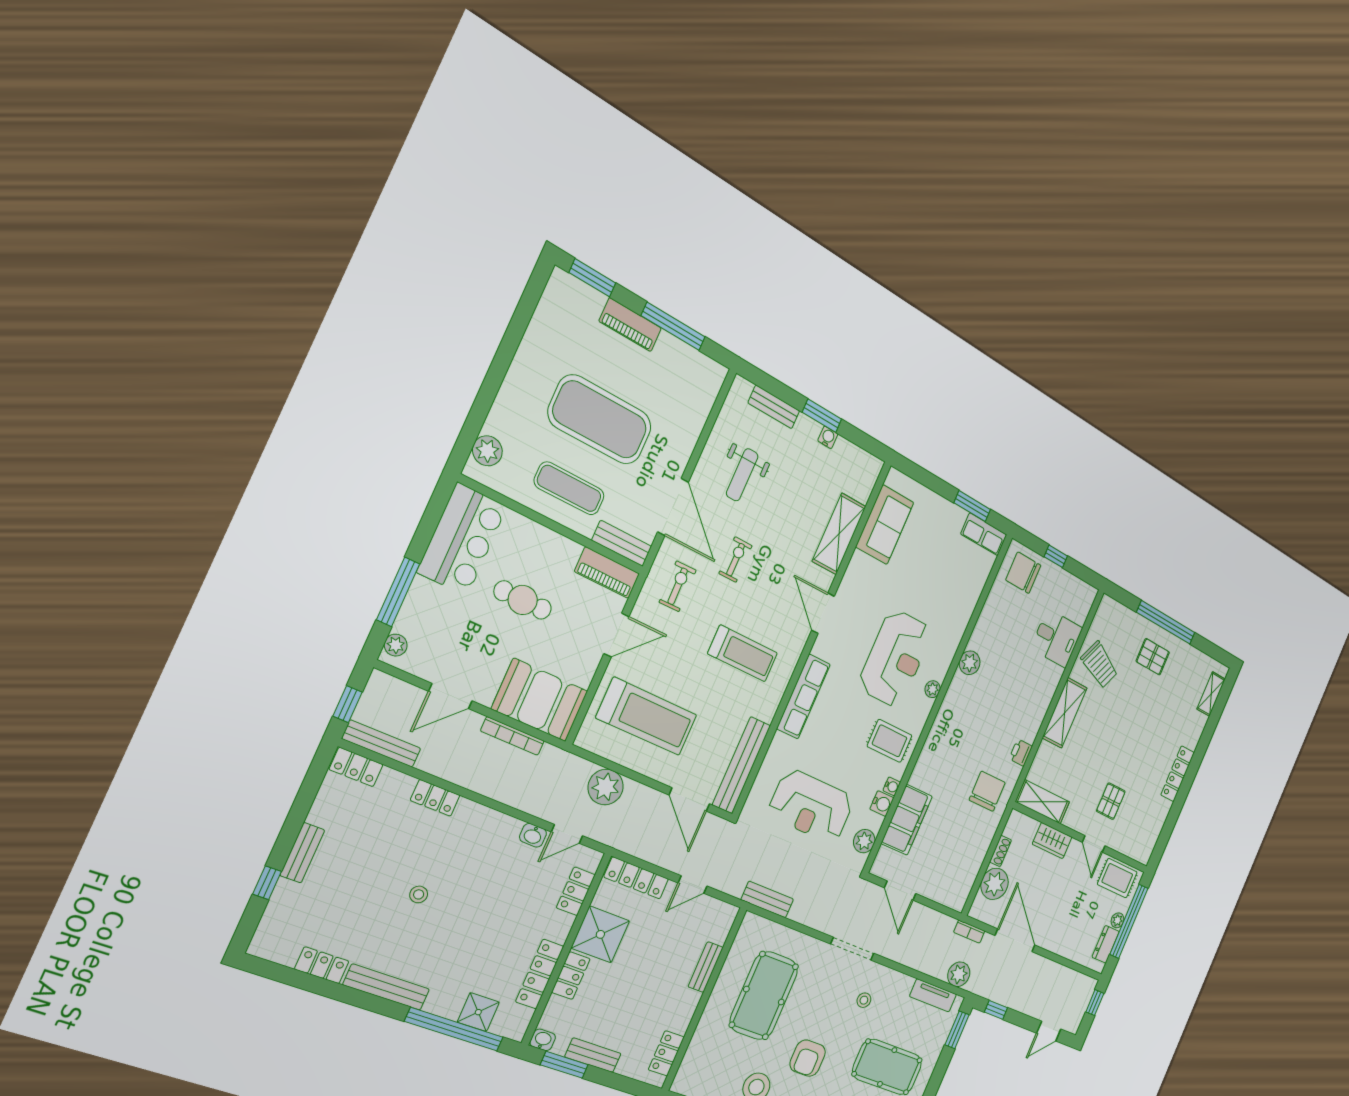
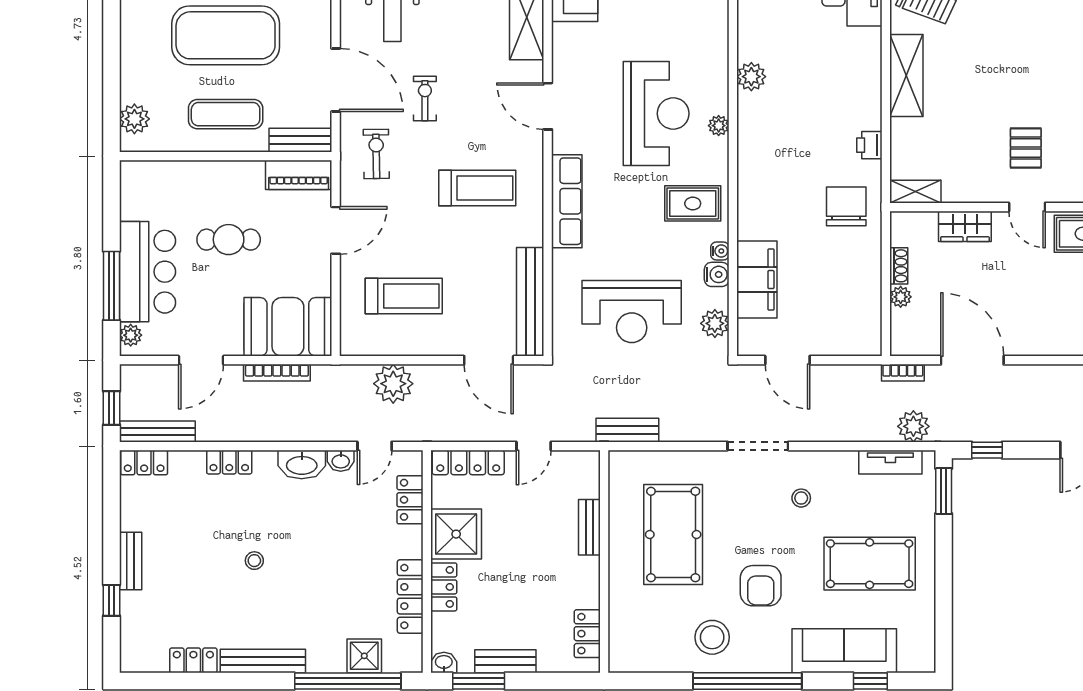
bar counter: (462, 539) -> (147, 272), moved
treadmill: (647, 716) -> (404, 296), width x0.73, depth x0.73
shelving: (1042, 802) -> (915, 192), width x0.67, depth x0.75
washbasin: (498, 825) -> (302, 465), added
plant: (994, 884) -> (901, 297), width x0.53, depth x0.53

